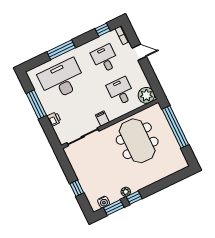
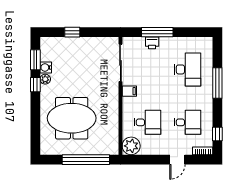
desk: (62, 80) -> (187, 69), width x0.73, depth x0.77
window: (36, 104) -> (157, 32), moved
meeting table: (137, 141) -> (72, 118), moved
water cooler: (104, 202) -> (46, 67), moved

